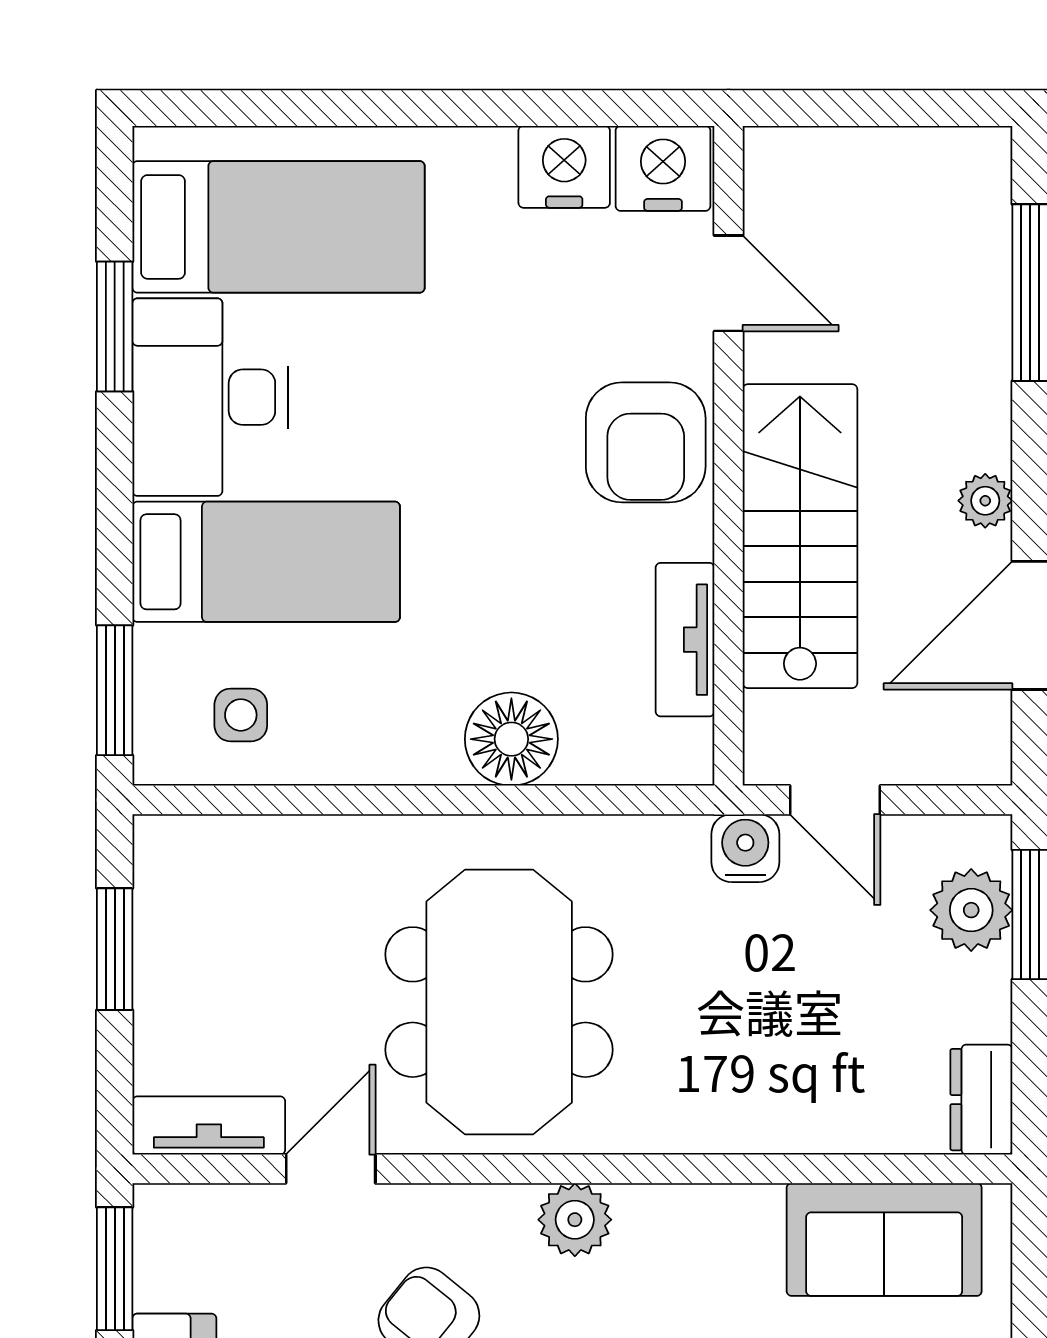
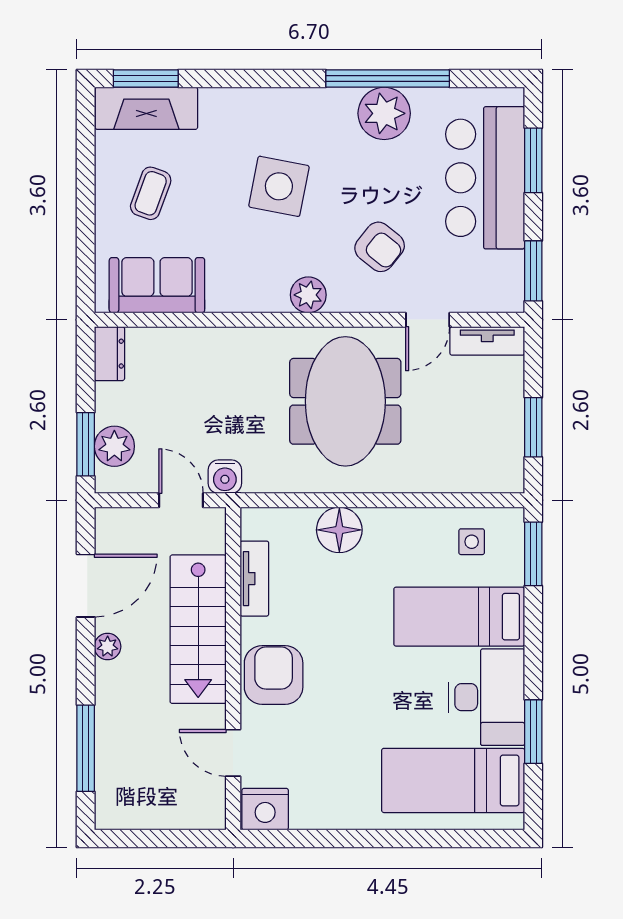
nightstand: (564, 167) -> (313, 810), removed

